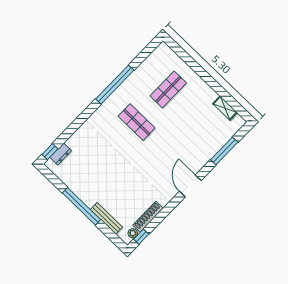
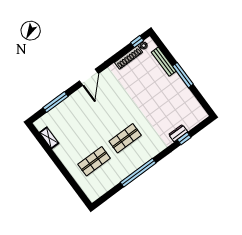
shop shelf: (137, 122) -> (125, 138), turned 90
window: (50, 152) -> (184, 139), moved
dresser: (61, 154) -> (178, 133), moved
window: (82, 206) -> (183, 75), width x0.68

